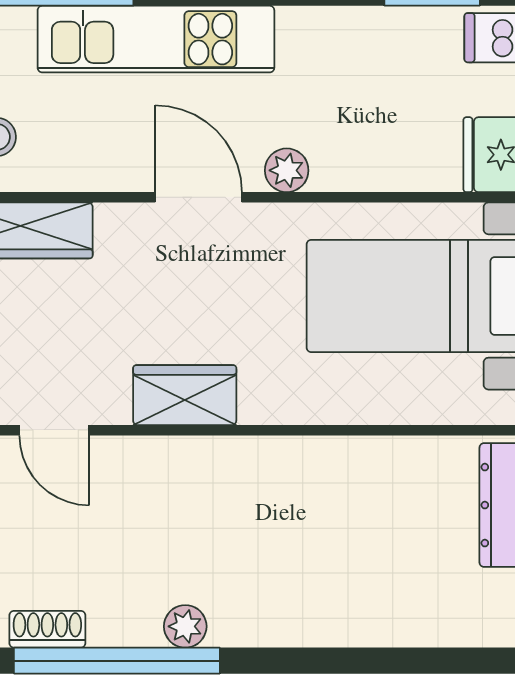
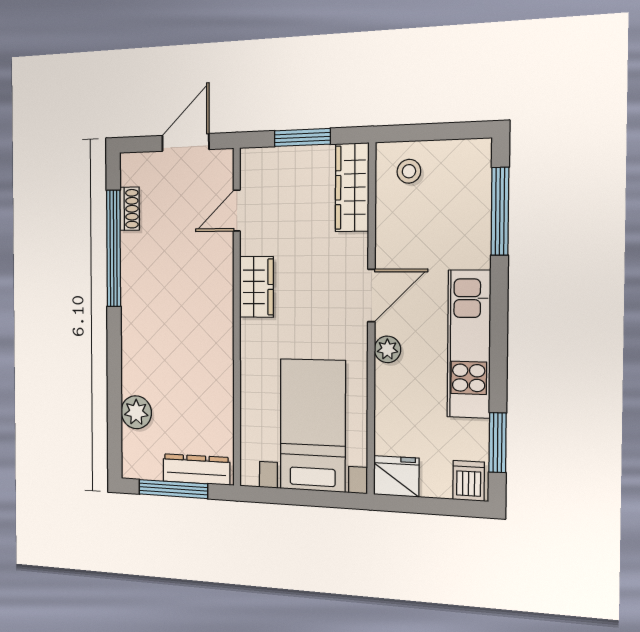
kitchen unit: (156, 39) -> (469, 344), moved
plant: (185, 626) -> (136, 412), moved, width x1.38, depth x1.38

